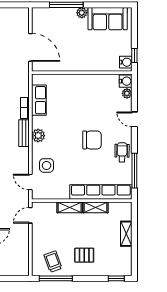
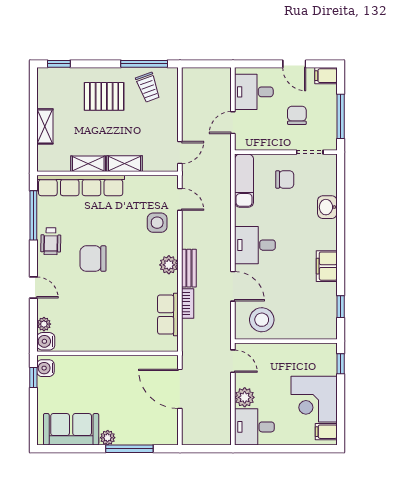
pallet: (84, 255) -> (104, 96), width x1.50, depth x1.42

